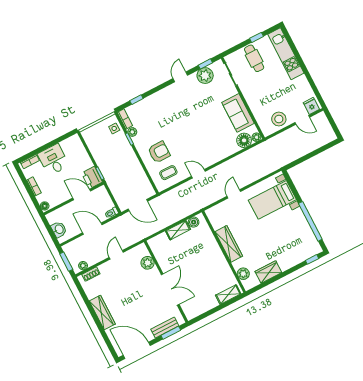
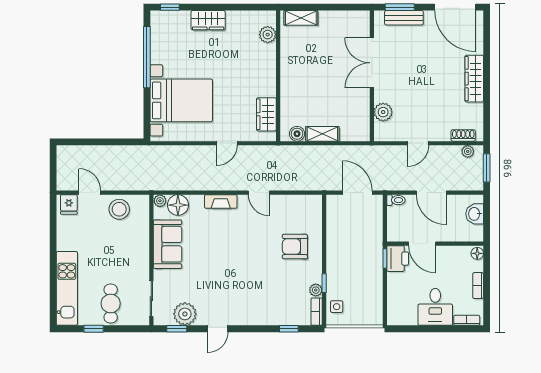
fireplace: (219, 156) -> (221, 201), added
coffee table: (168, 173) -> (296, 214), removed
bed with nightstands: (272, 200) -> (181, 100), width x1.36
wardrobe: (229, 244) -> (266, 114), moved, width x0.67
wardrobe: (268, 272) -> (208, 20), moved

